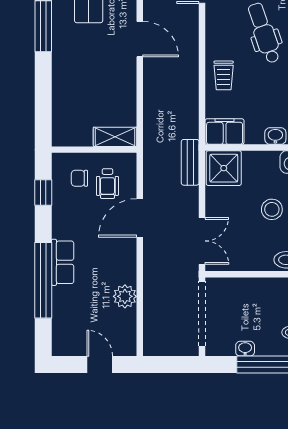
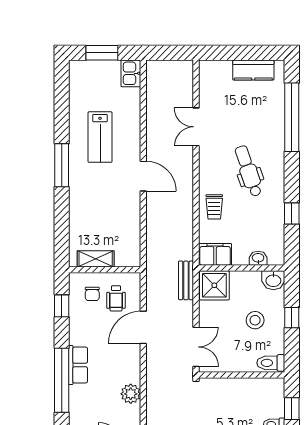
shelving: (115, 137) -> (96, 259), moved
chair: (79, 178) -> (92, 294), turned -90

